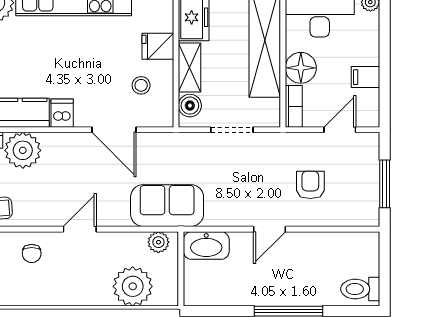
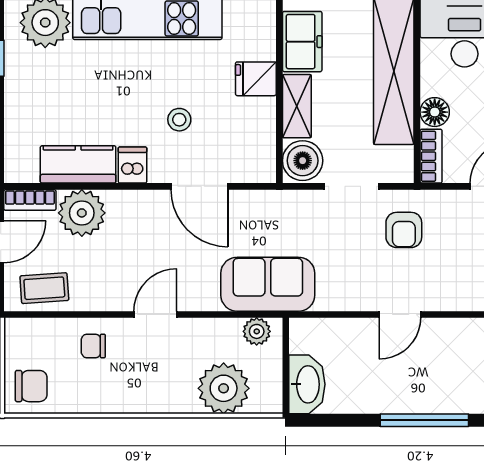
floor lamp: (301, 68) -> (435, 112), width x0.73, depth x0.73
stool: (141, 85) -> (179, 120), moved
boiler: (190, 106) -> (303, 161), width x1.36, depth x1.36
armchair: (310, 185) -> (404, 230), moved, turned 180
washbasin: (206, 246) -> (307, 384), moved, turned -90
chair: (32, 253) -> (93, 346), turned 90

